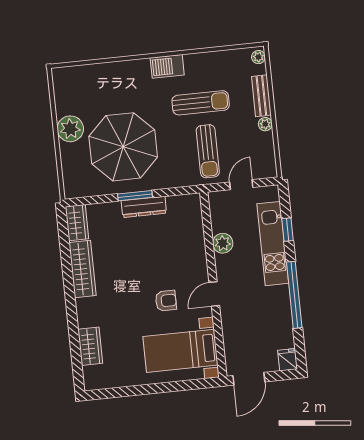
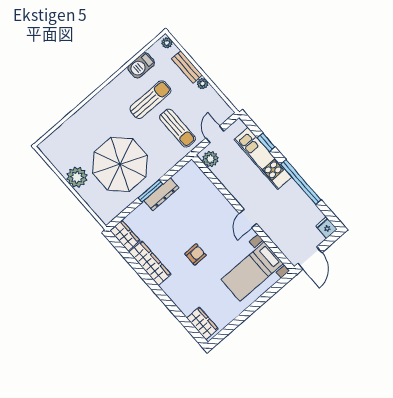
barbecue: (167, 66) -> (141, 65), moved
plant: (223, 243) -> (210, 159), moved
armchair: (166, 301) -> (196, 254), moved
wardrobe: (90, 346) -> (202, 323), moved

